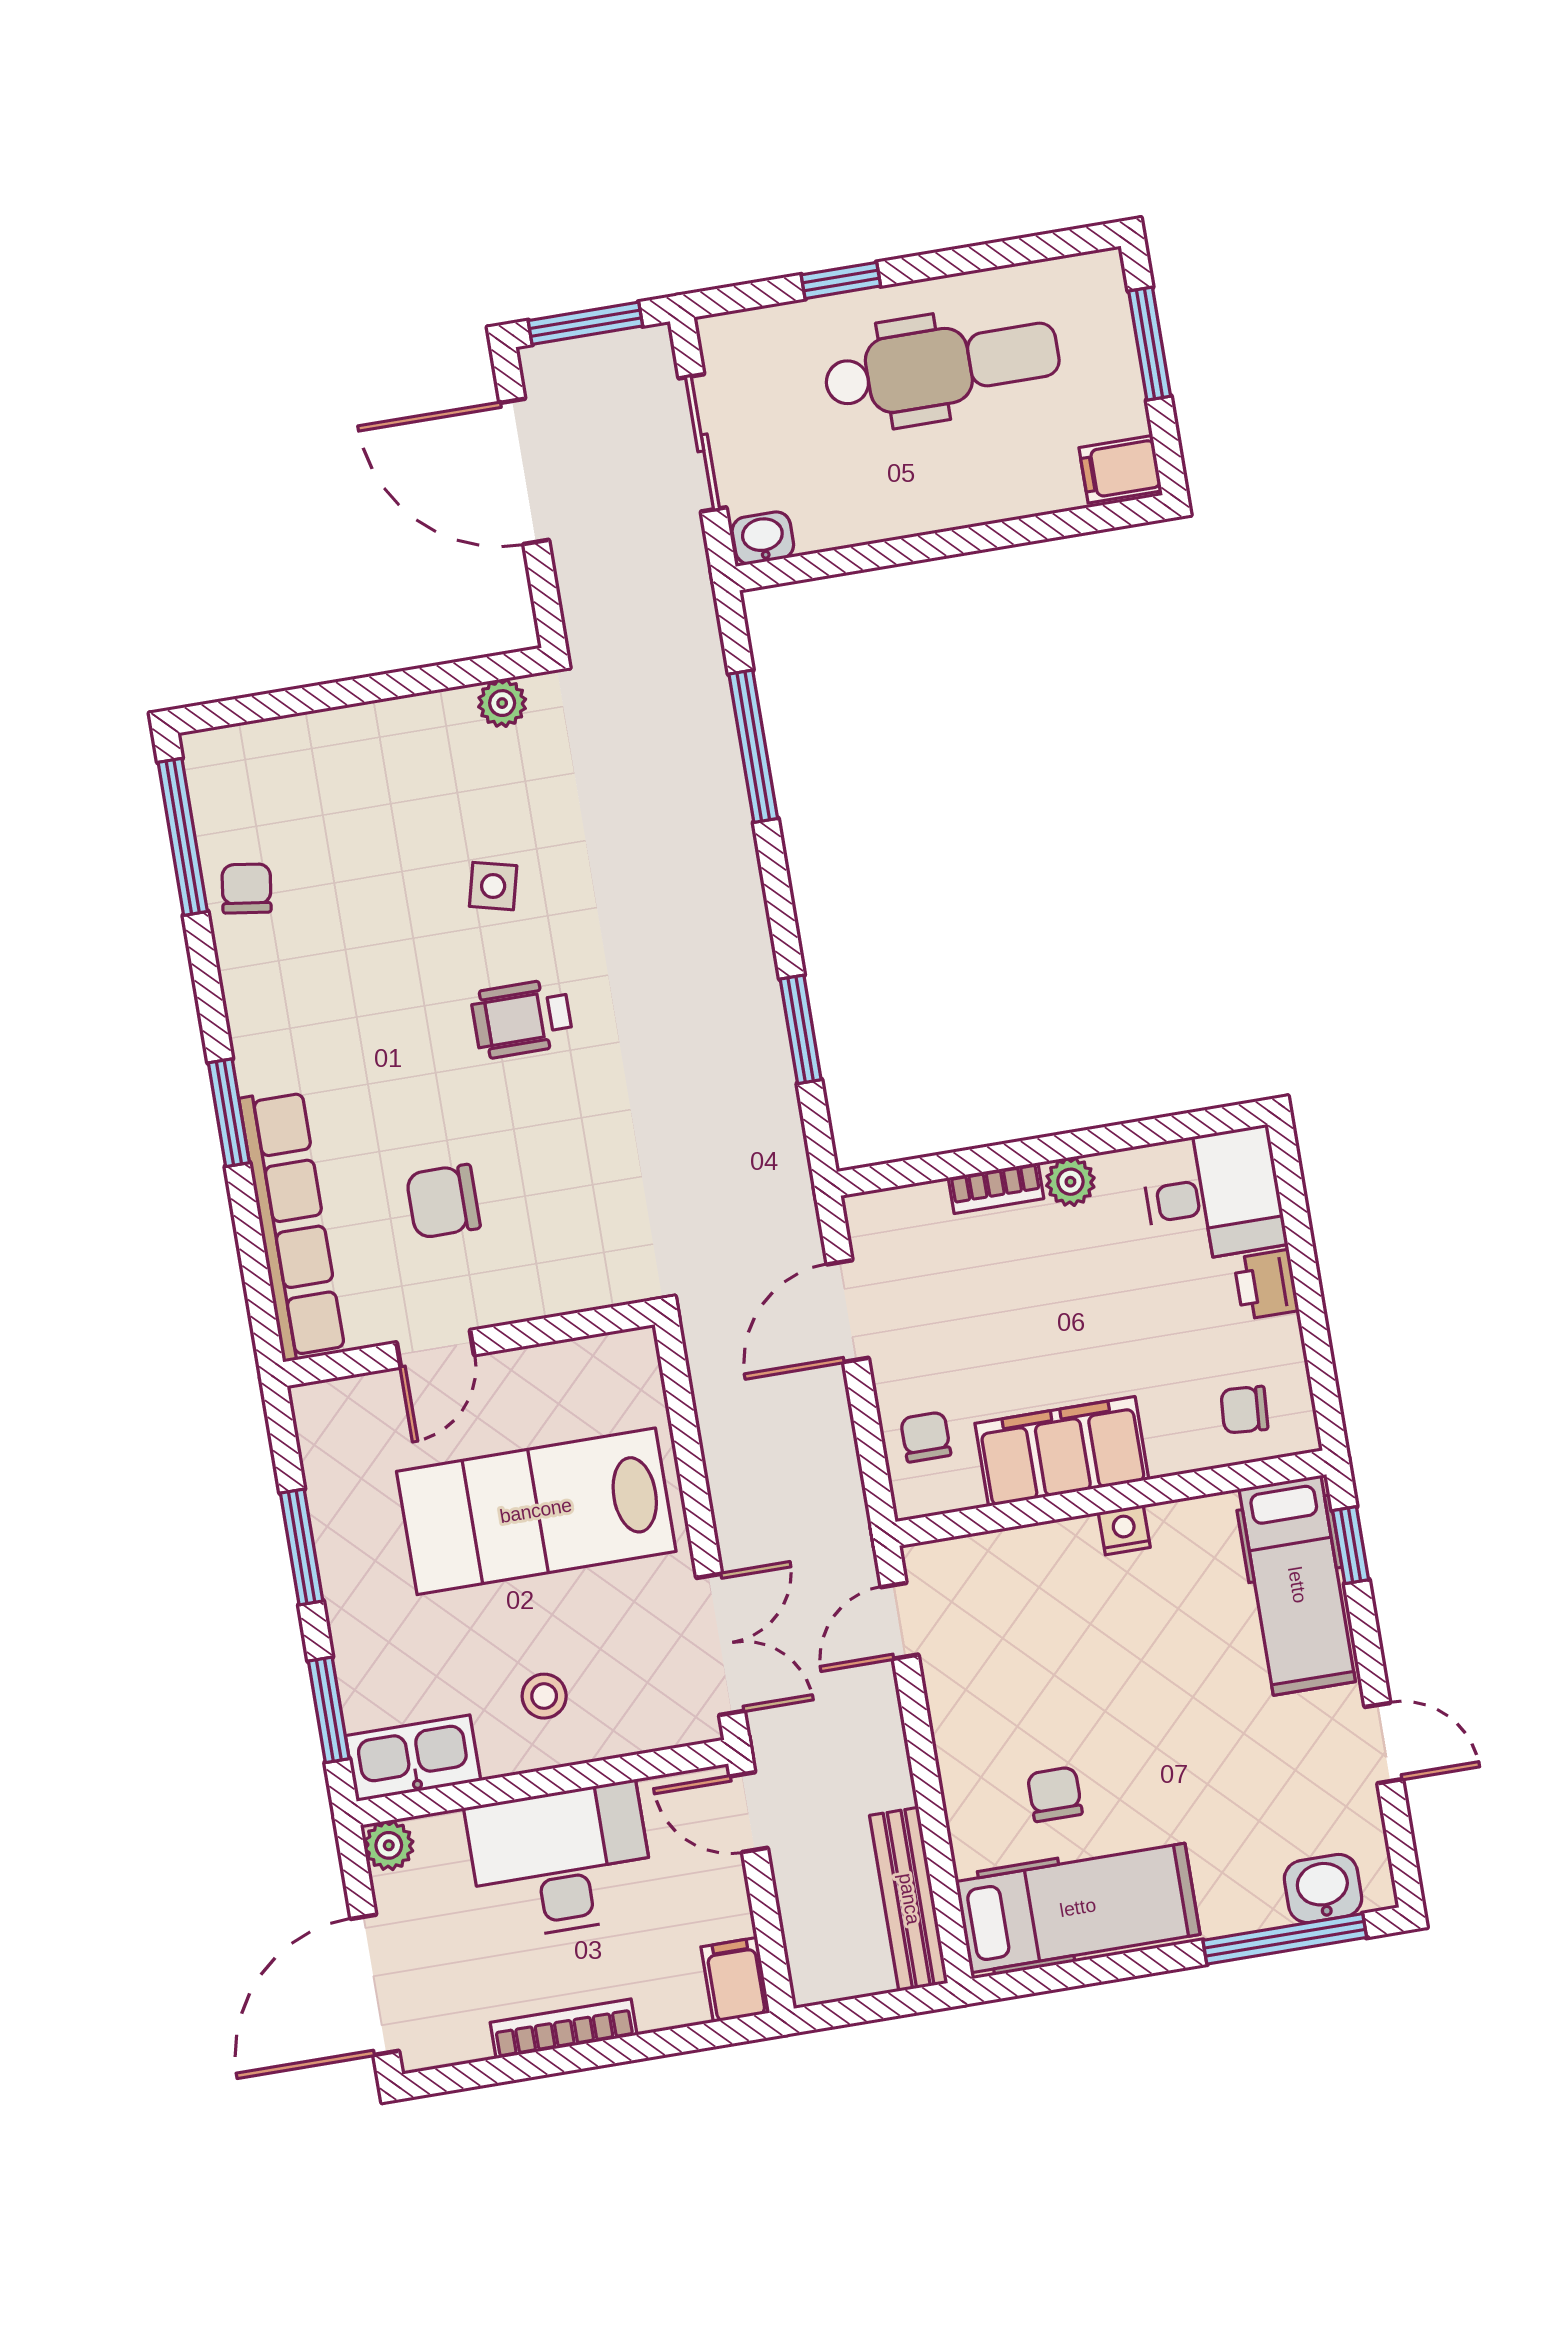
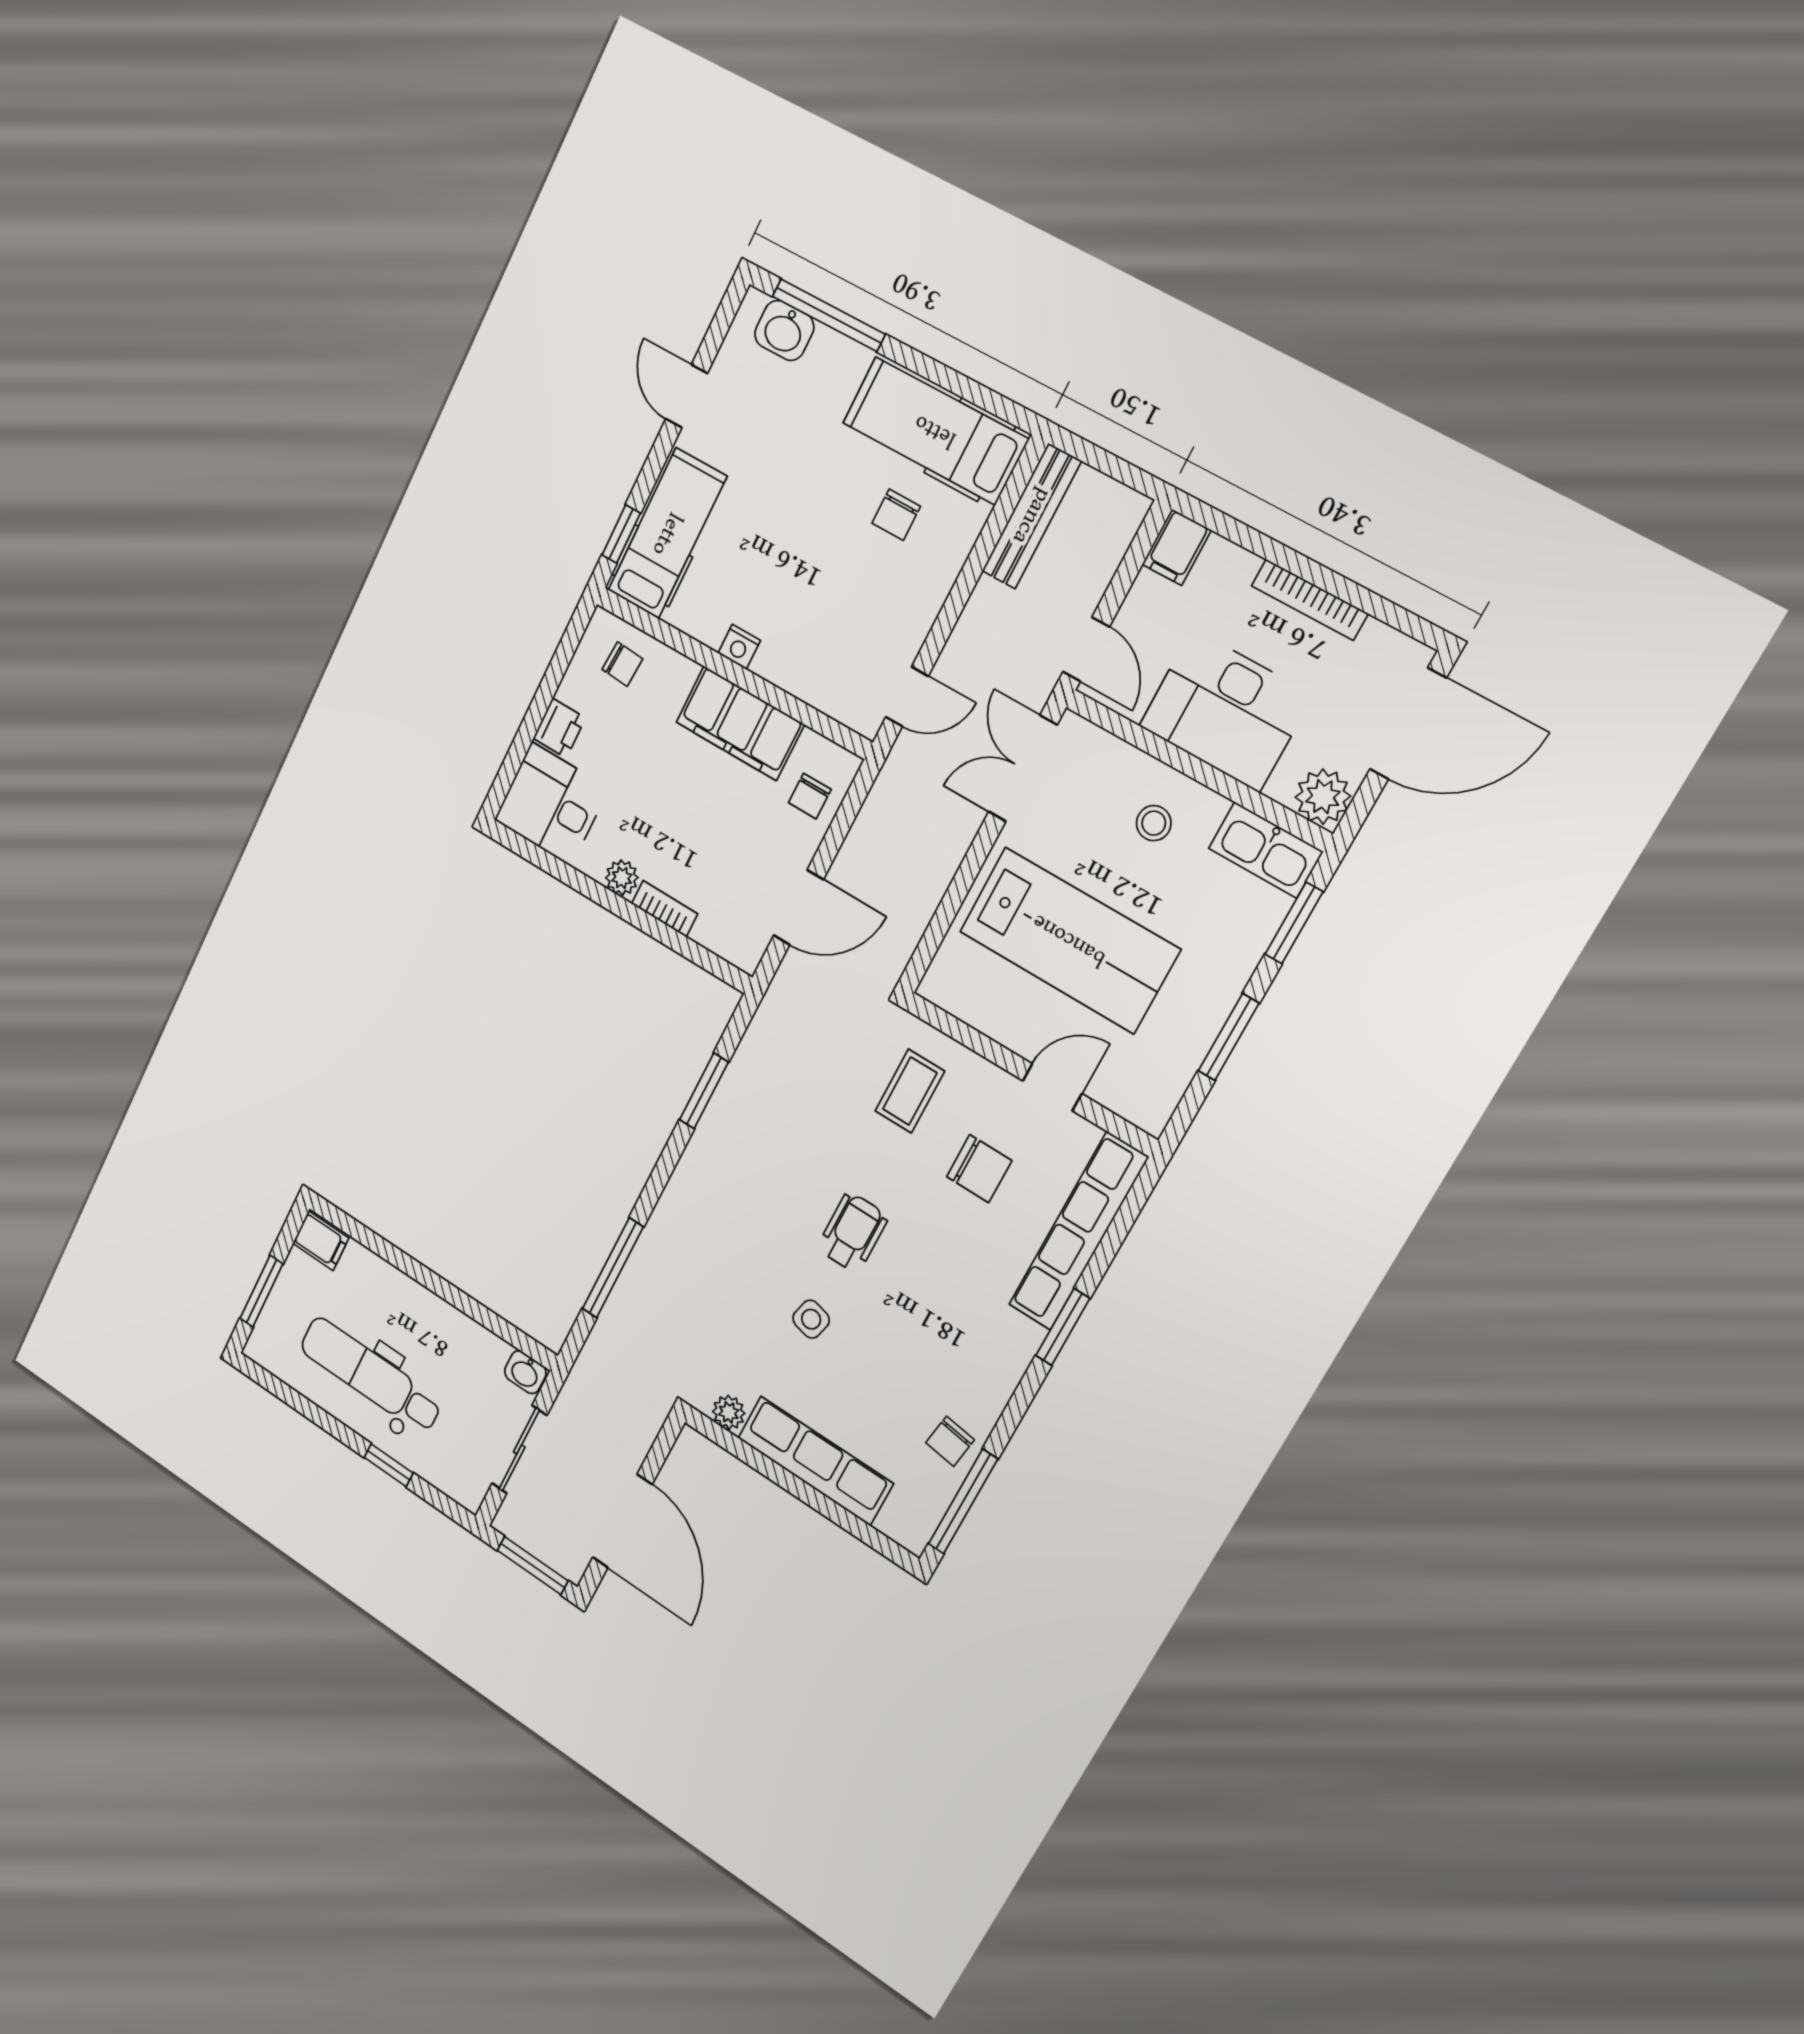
row of seats: (369, 737) -> (815, 1461), added
wheelchair: (522, 1018) -> (853, 1232), turned -90
coffee table: (579, 1220) -> (910, 1091), added
plant: (389, 1845) -> (1323, 797), width x1.38, depth x1.38

